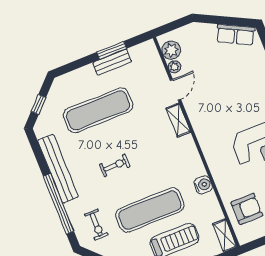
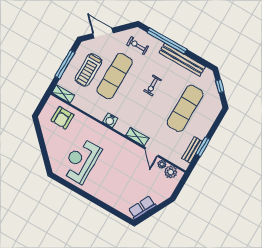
bench: (112, 62) -> (192, 150), moved
water cooler: (203, 185) -> (110, 120), moved

